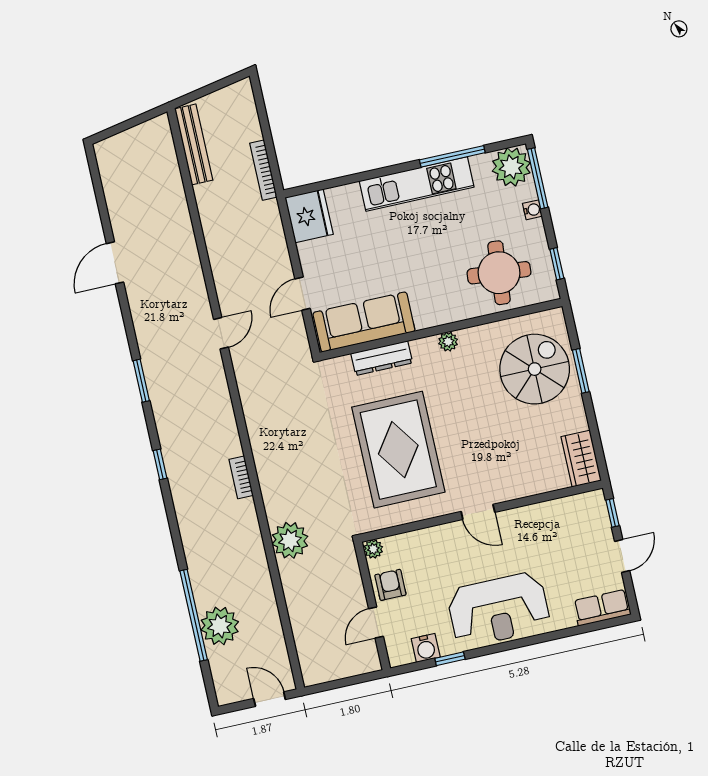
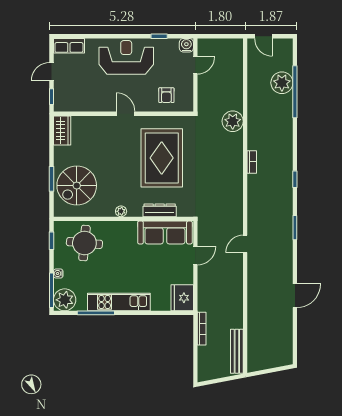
plant: (373, 549) -> (188, 106), removed
armchair: (390, 585) -> (166, 95), moved
water cooler: (426, 648) -> (186, 45), moved

